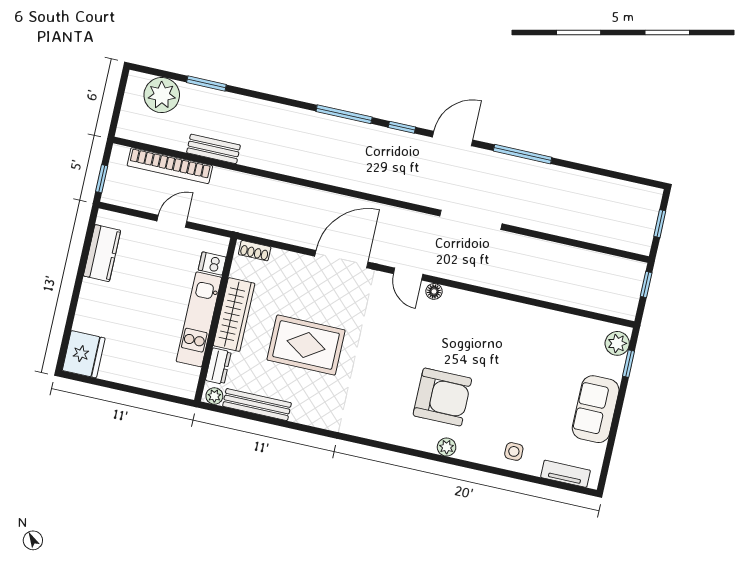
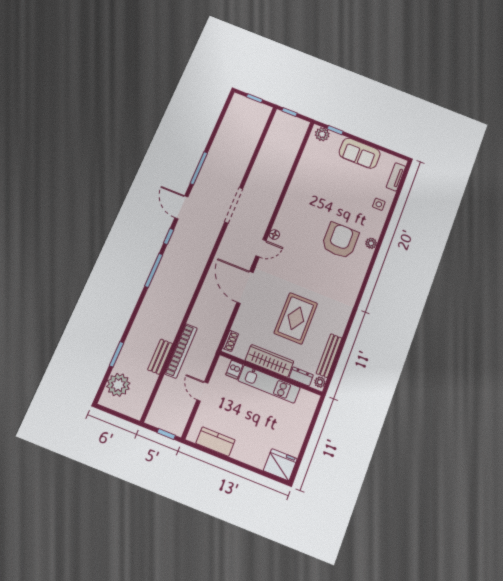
bookcase: (170, 166) -> (181, 351), moved

